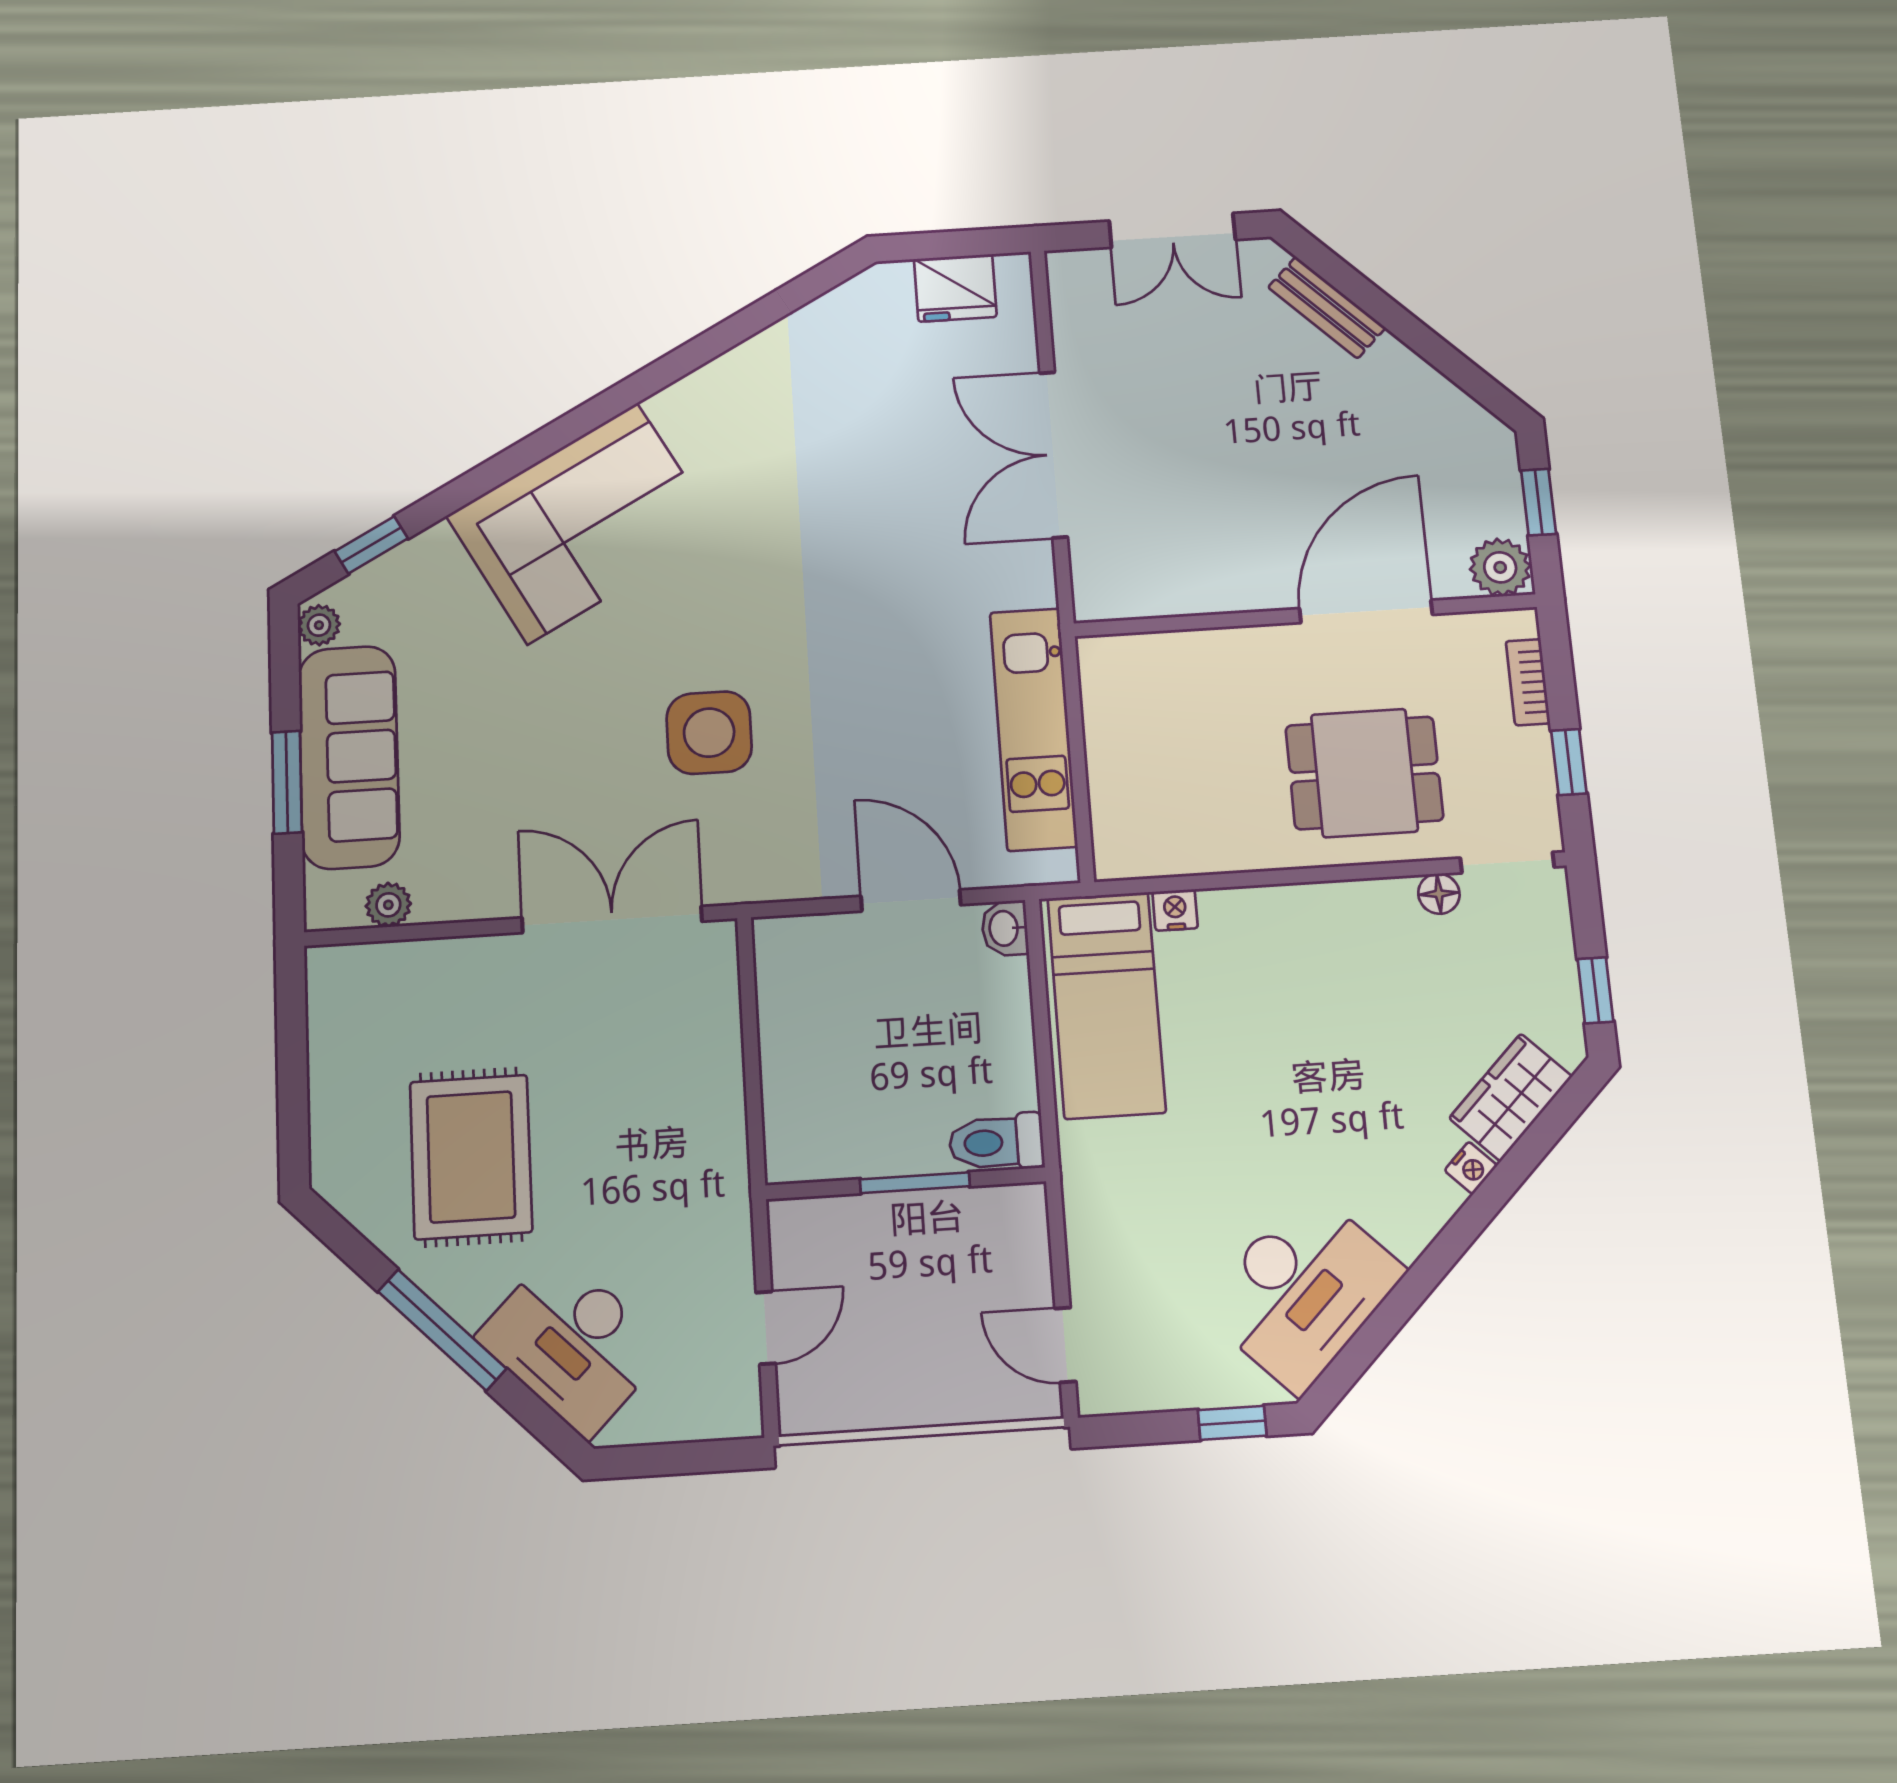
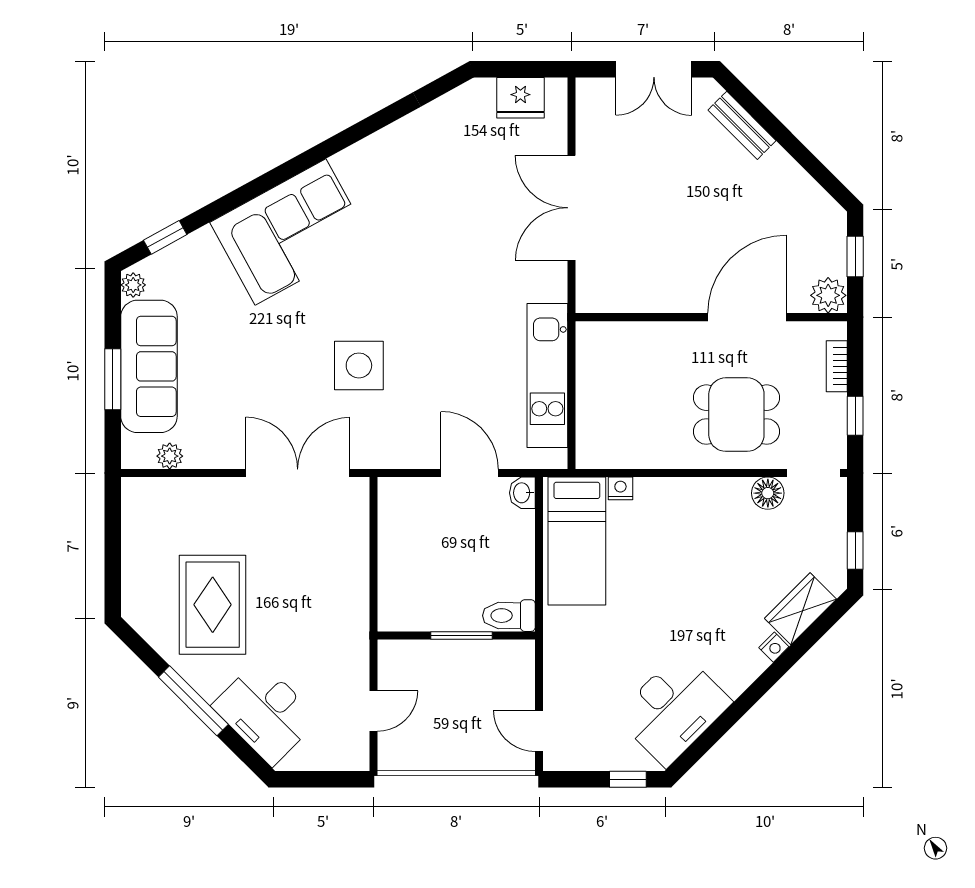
floor lamp: (1439, 894) -> (768, 493), width x1.37, depth x1.37

